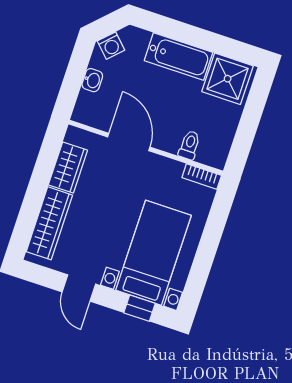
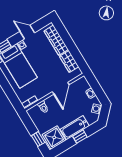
window: (187, 34) -> (80, 137), added
window: (255, 105) -> (38, 139), added
door: (129, 142) -> (61, 88), hinge flipped

